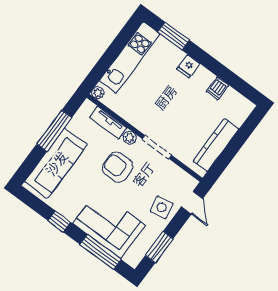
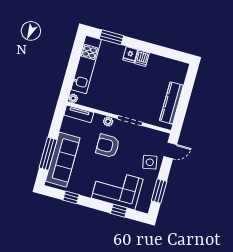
dishwasher: (217, 88) -> (142, 58), moved
tv unit: (108, 123) -> (79, 114), moved
window: (54, 131) -> (48, 154), moved
door: (192, 203) -> (170, 151), hinge flipped
window: (59, 221) -> (71, 197), moved
window: (101, 252) -> (119, 211), width x0.46

